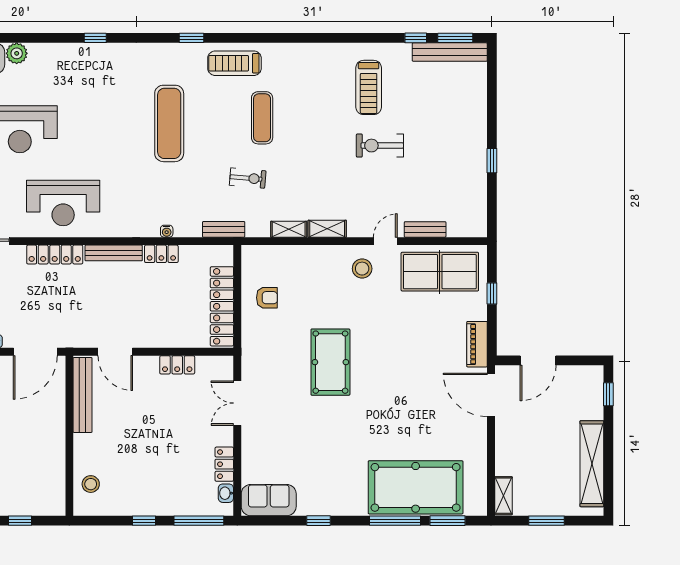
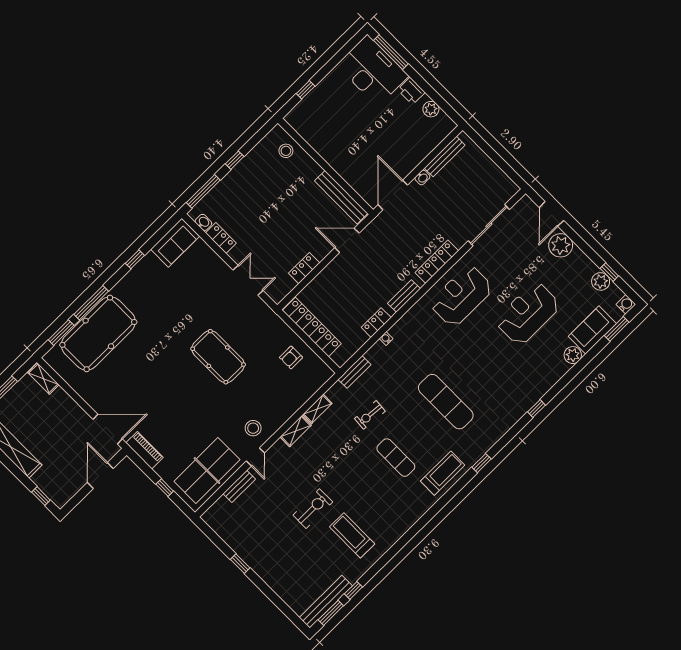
bench: (114, 253) -> (404, 296), width x0.73

